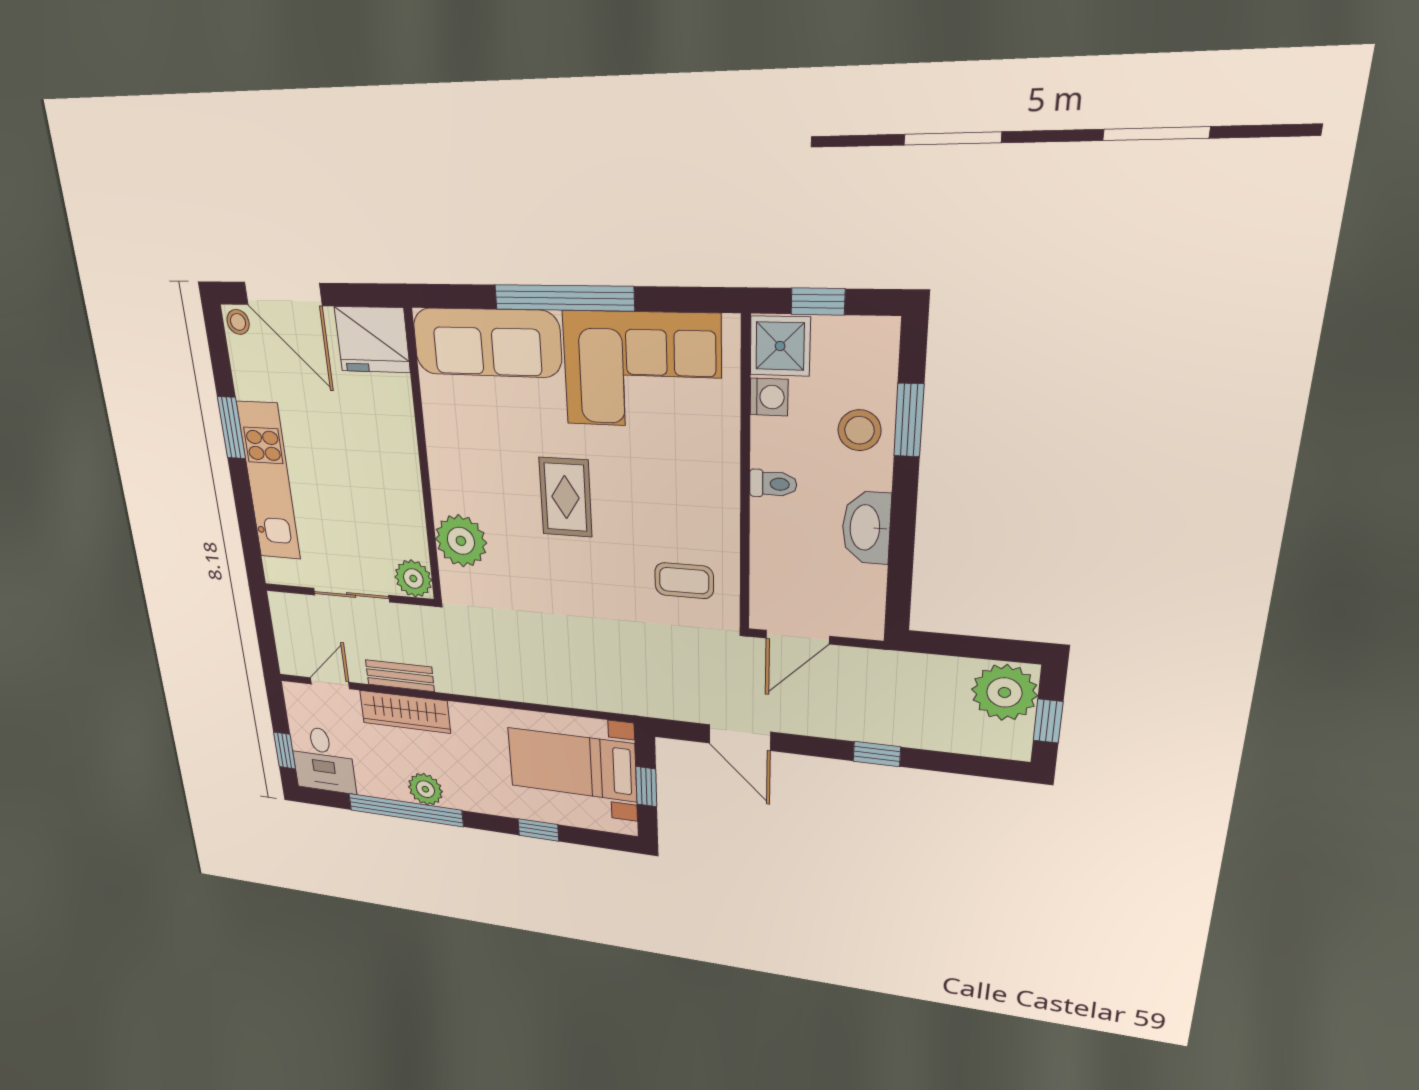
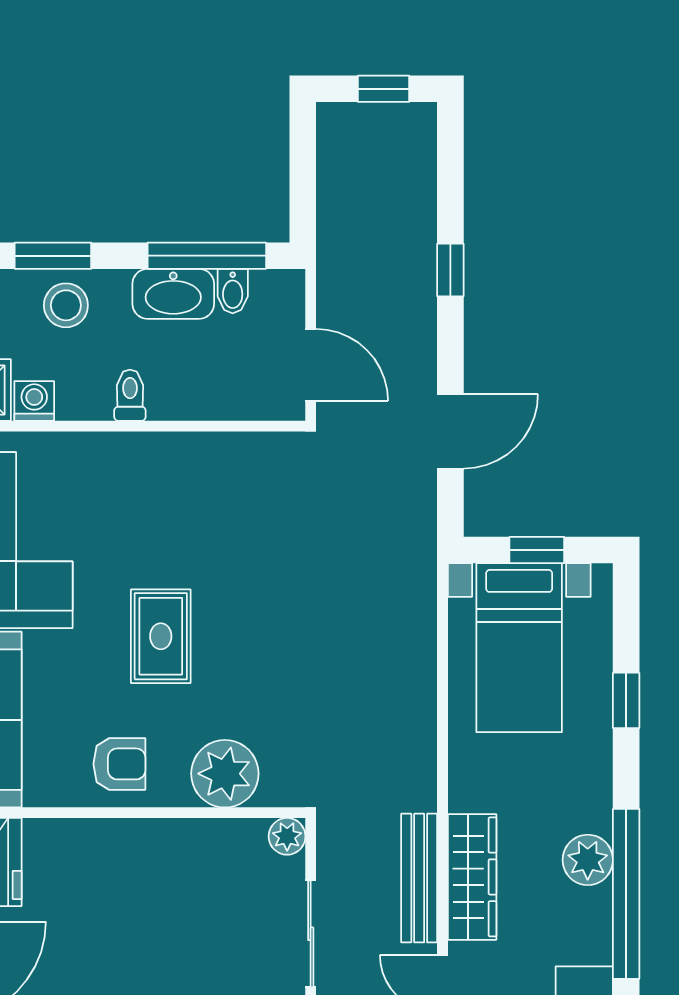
armchair: (461, 457) -> (119, 764), added
rug: (565, 497) -> (161, 636), turned 90
window: (901, 559) -> (207, 256), added
plant: (413, 579) -> (287, 836), width x0.73, depth x0.73
bidet: (866, 579) -> (233, 291), added
coffee table: (684, 581) -> (253, 497), removed
bench: (400, 676) -> (419, 878), width x1.36
plant: (1004, 692) -> (354, 137), removed

